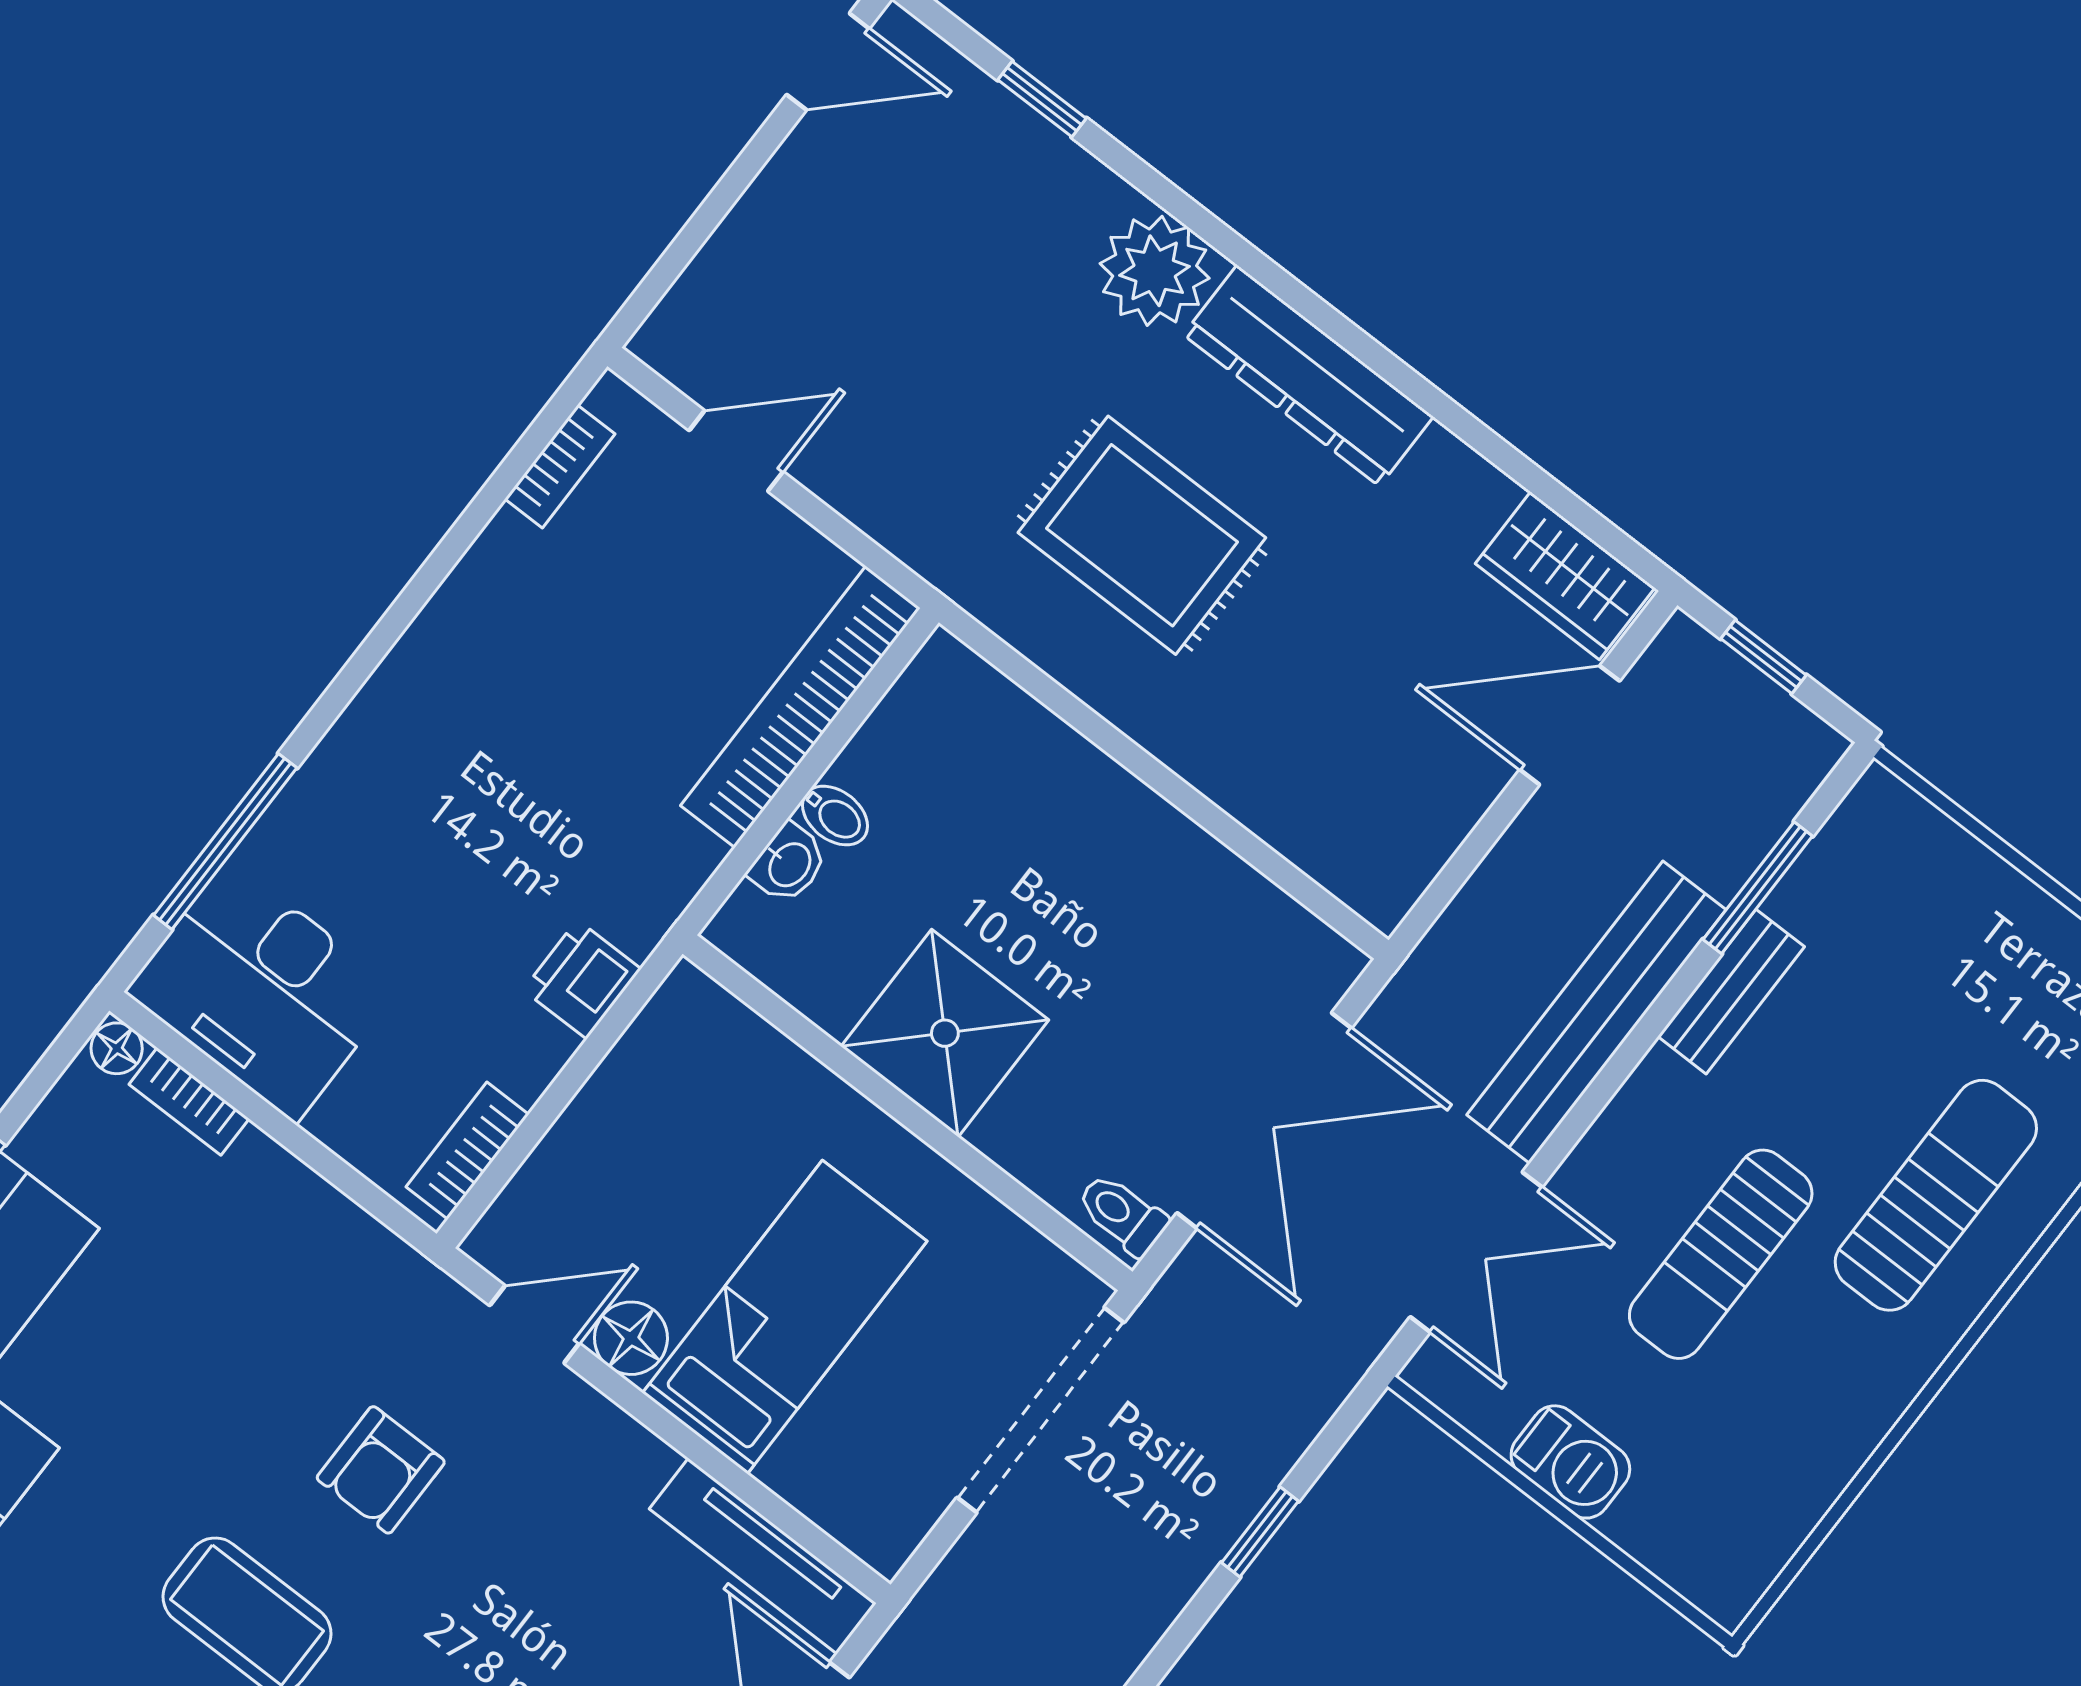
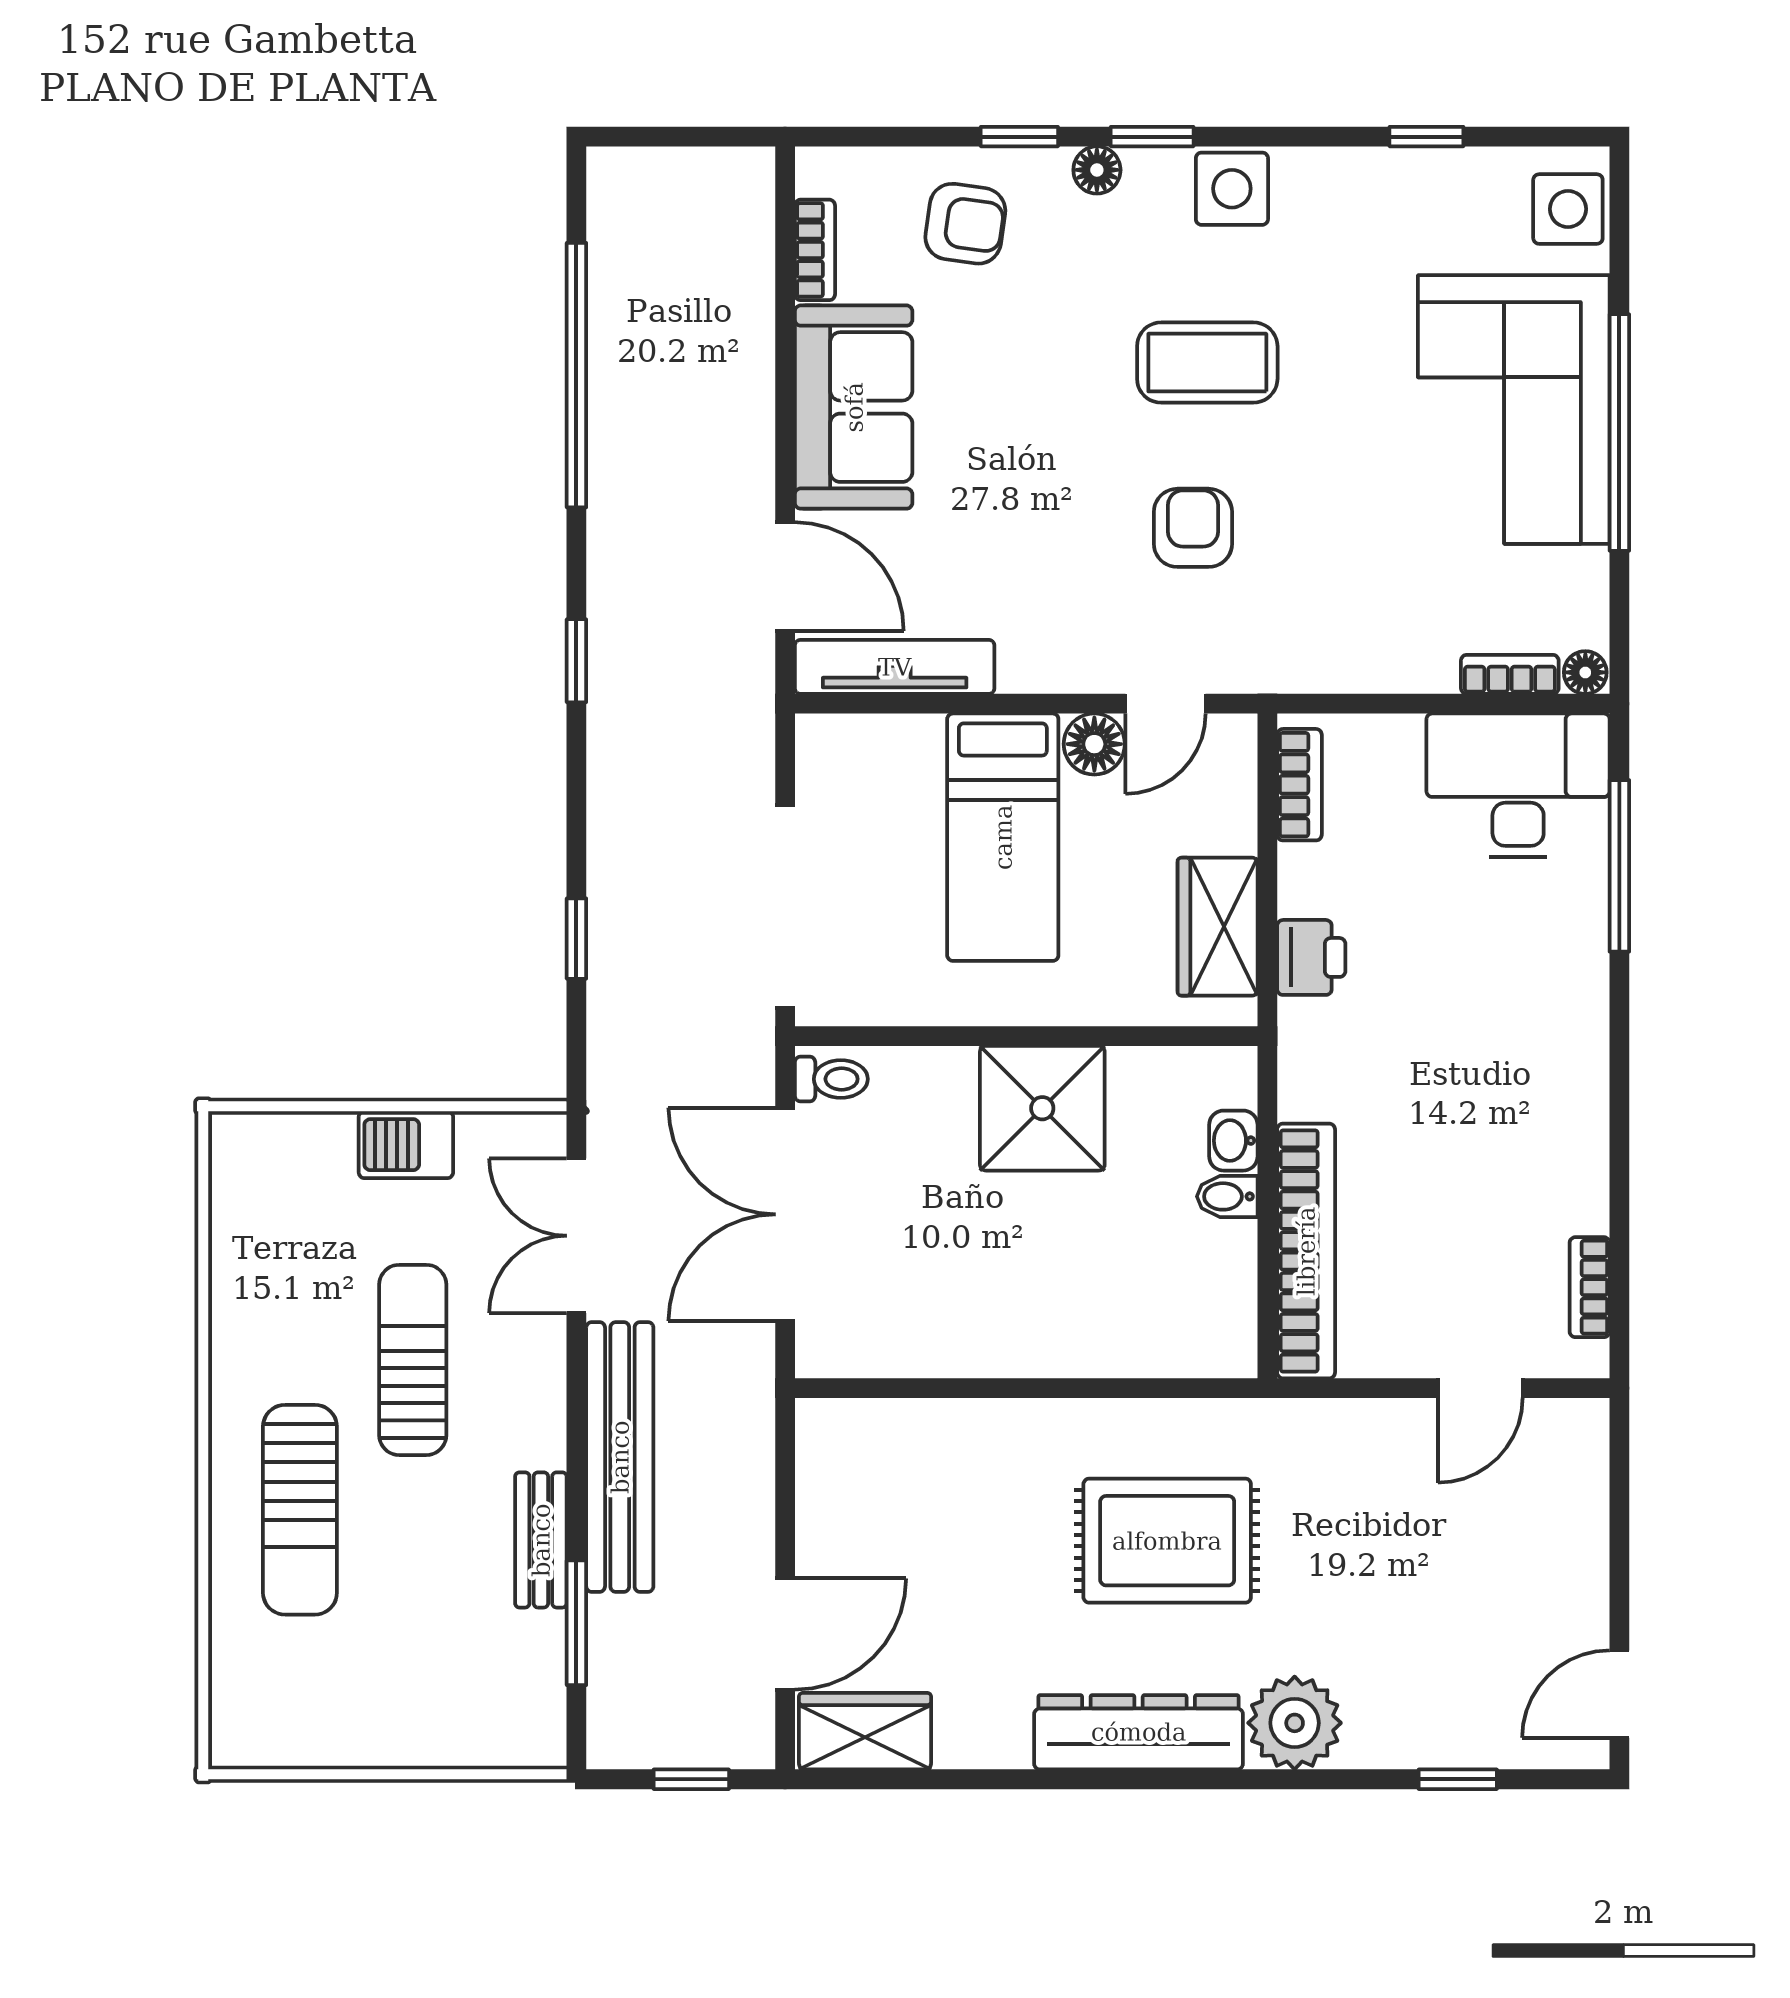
wardrobe: (648, 1077) -> (1218, 927), added

